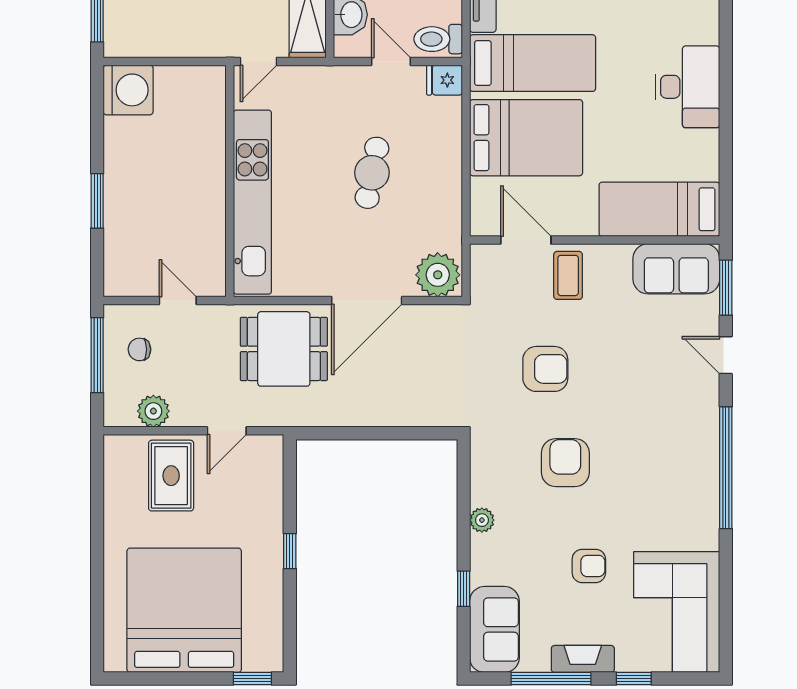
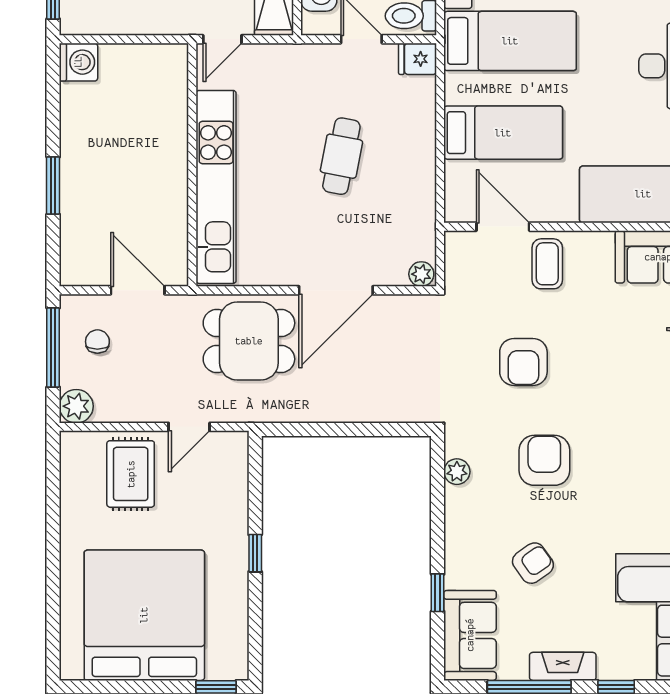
washing machine: (128, 90) -> (78, 62), width x0.73, depth x0.73
bed: (526, 138) -> (503, 133), width x0.67
plant: (438, 275) -> (421, 274), width x0.53, depth x0.53
door: (178, 301) -> (138, 290), width x1.38
chair: (139, 349) -> (97, 342), turned 90
armchair: (545, 369) -> (523, 362), turned 90
plant: (153, 411) -> (76, 406), moved
plant: (482, 520) -> (457, 472), moved
armchair: (589, 566) -> (533, 563), moved, turned -35

